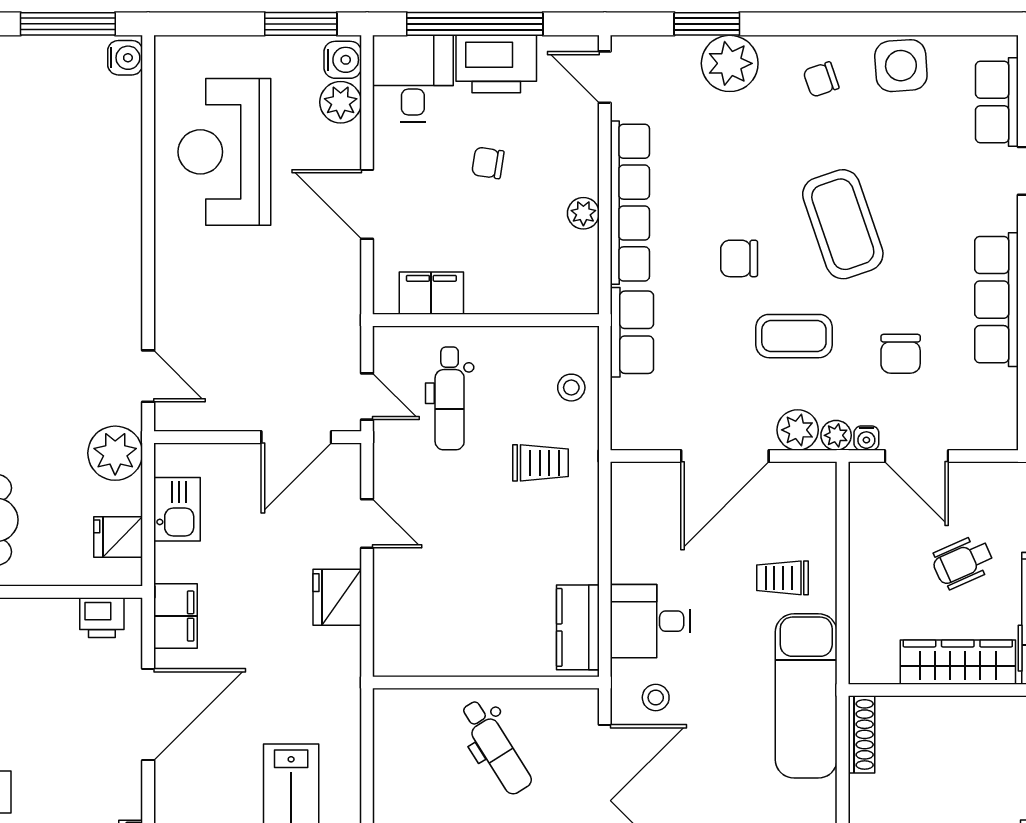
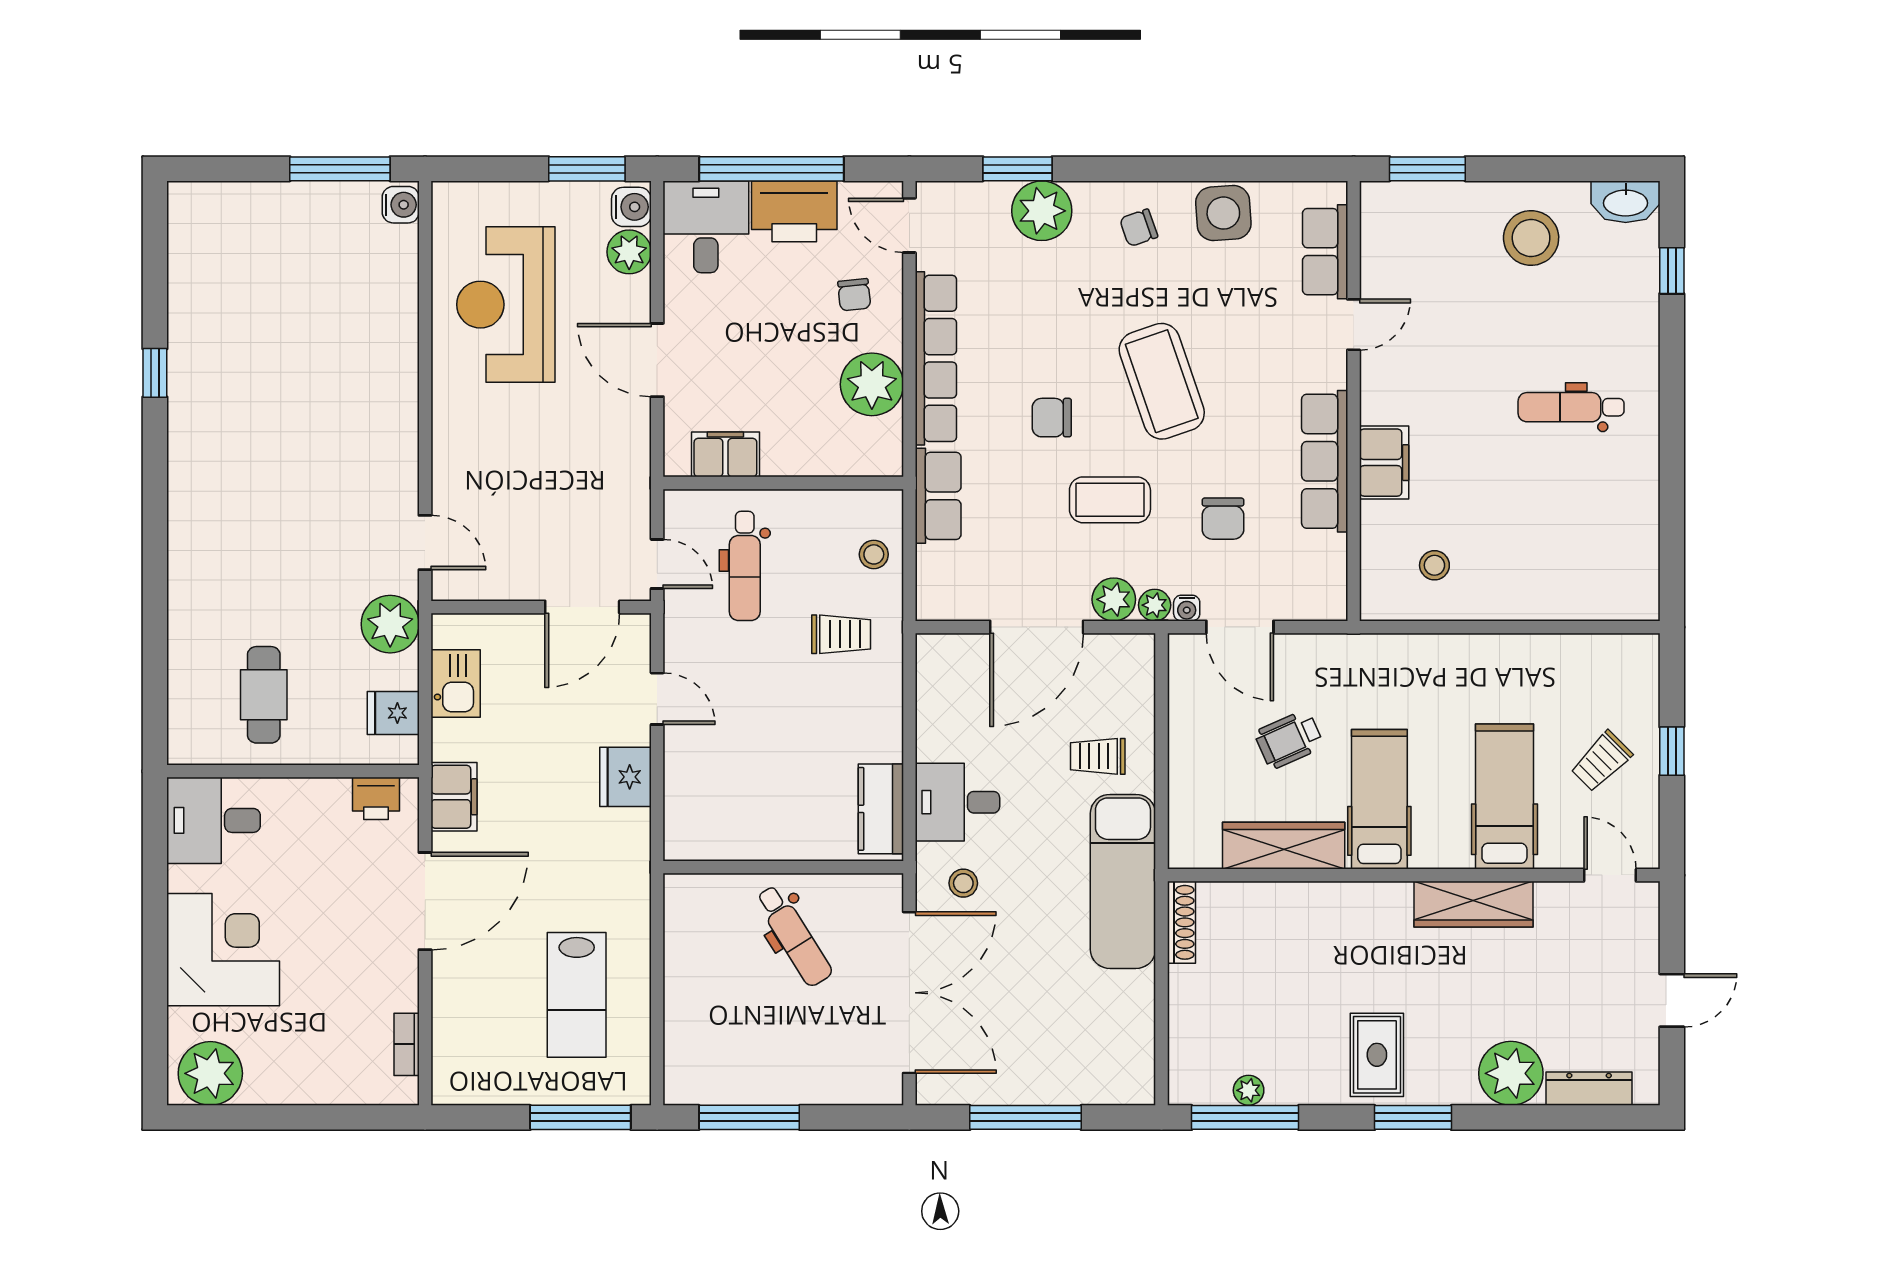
chair: (488, 163) -> (854, 295), moved, turned -105
plant: (583, 213) -> (872, 384), width x1.88, depth x1.88

